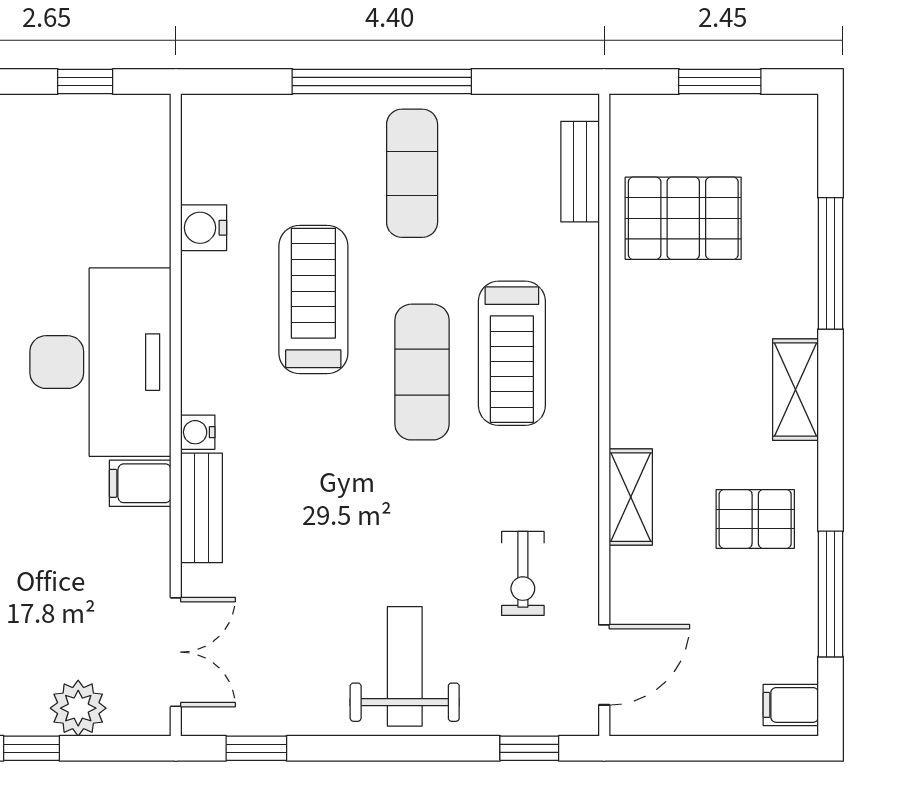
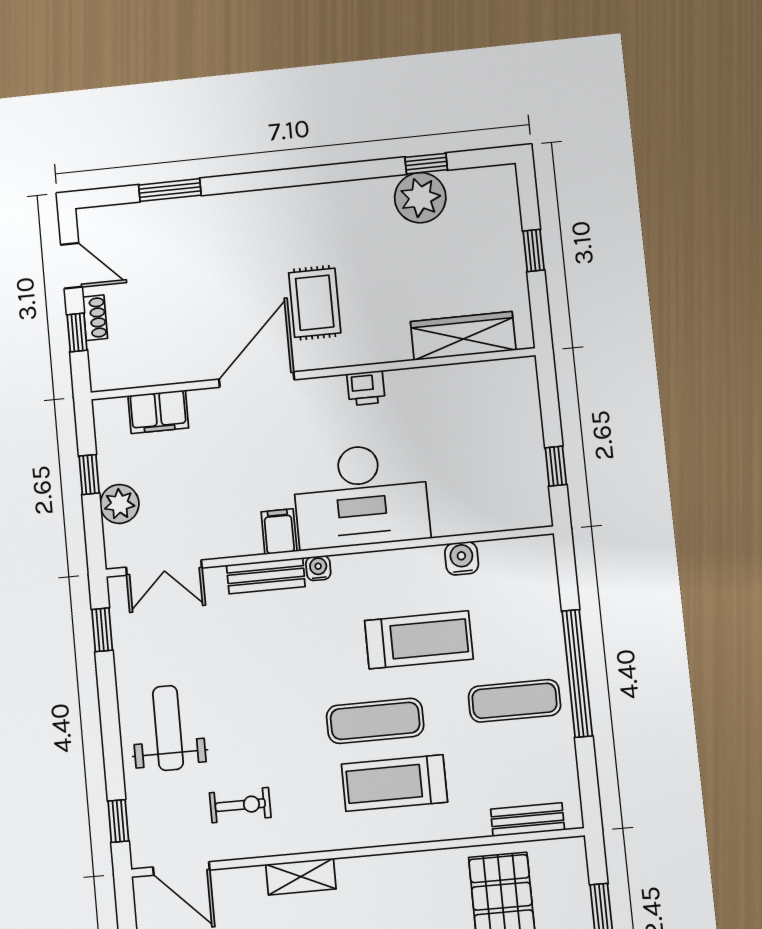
exercise bike: (523, 573) -> (240, 805), turned 180
weight bench: (405, 666) -> (168, 728), turned -90

